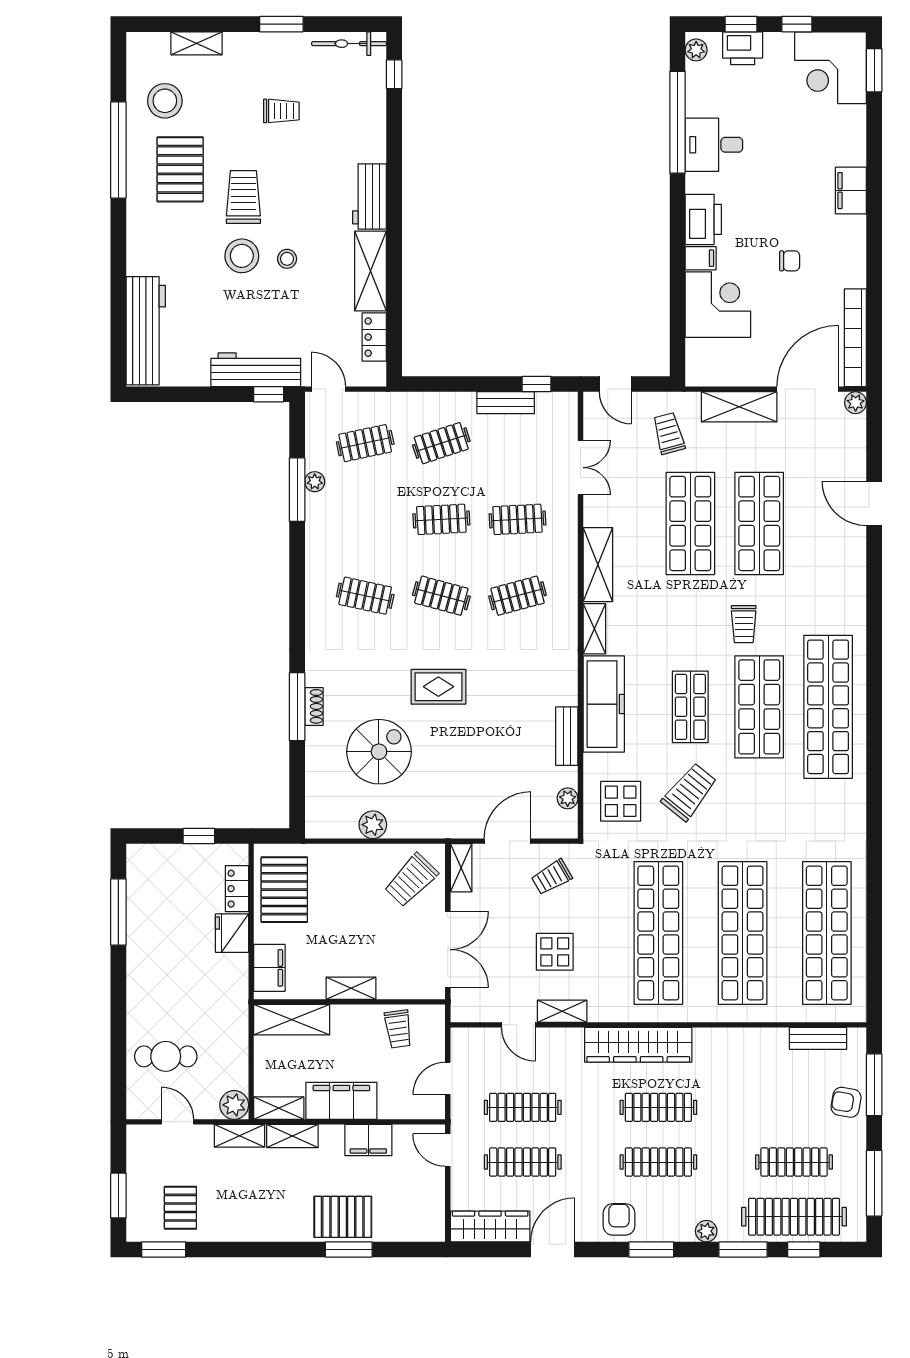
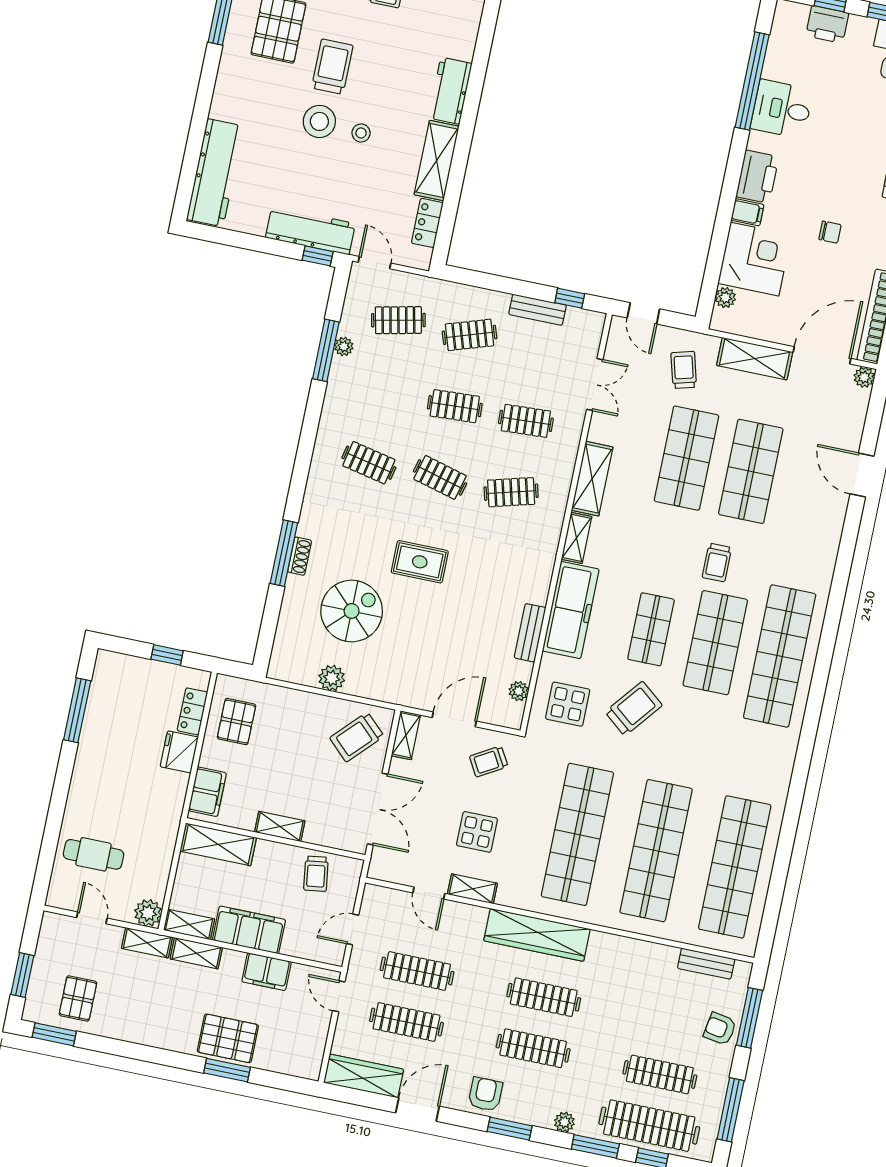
plant: (696, 50) -> (725, 298), moved
pallet: (284, 890) -> (237, 722), width x0.67, depth x0.71

